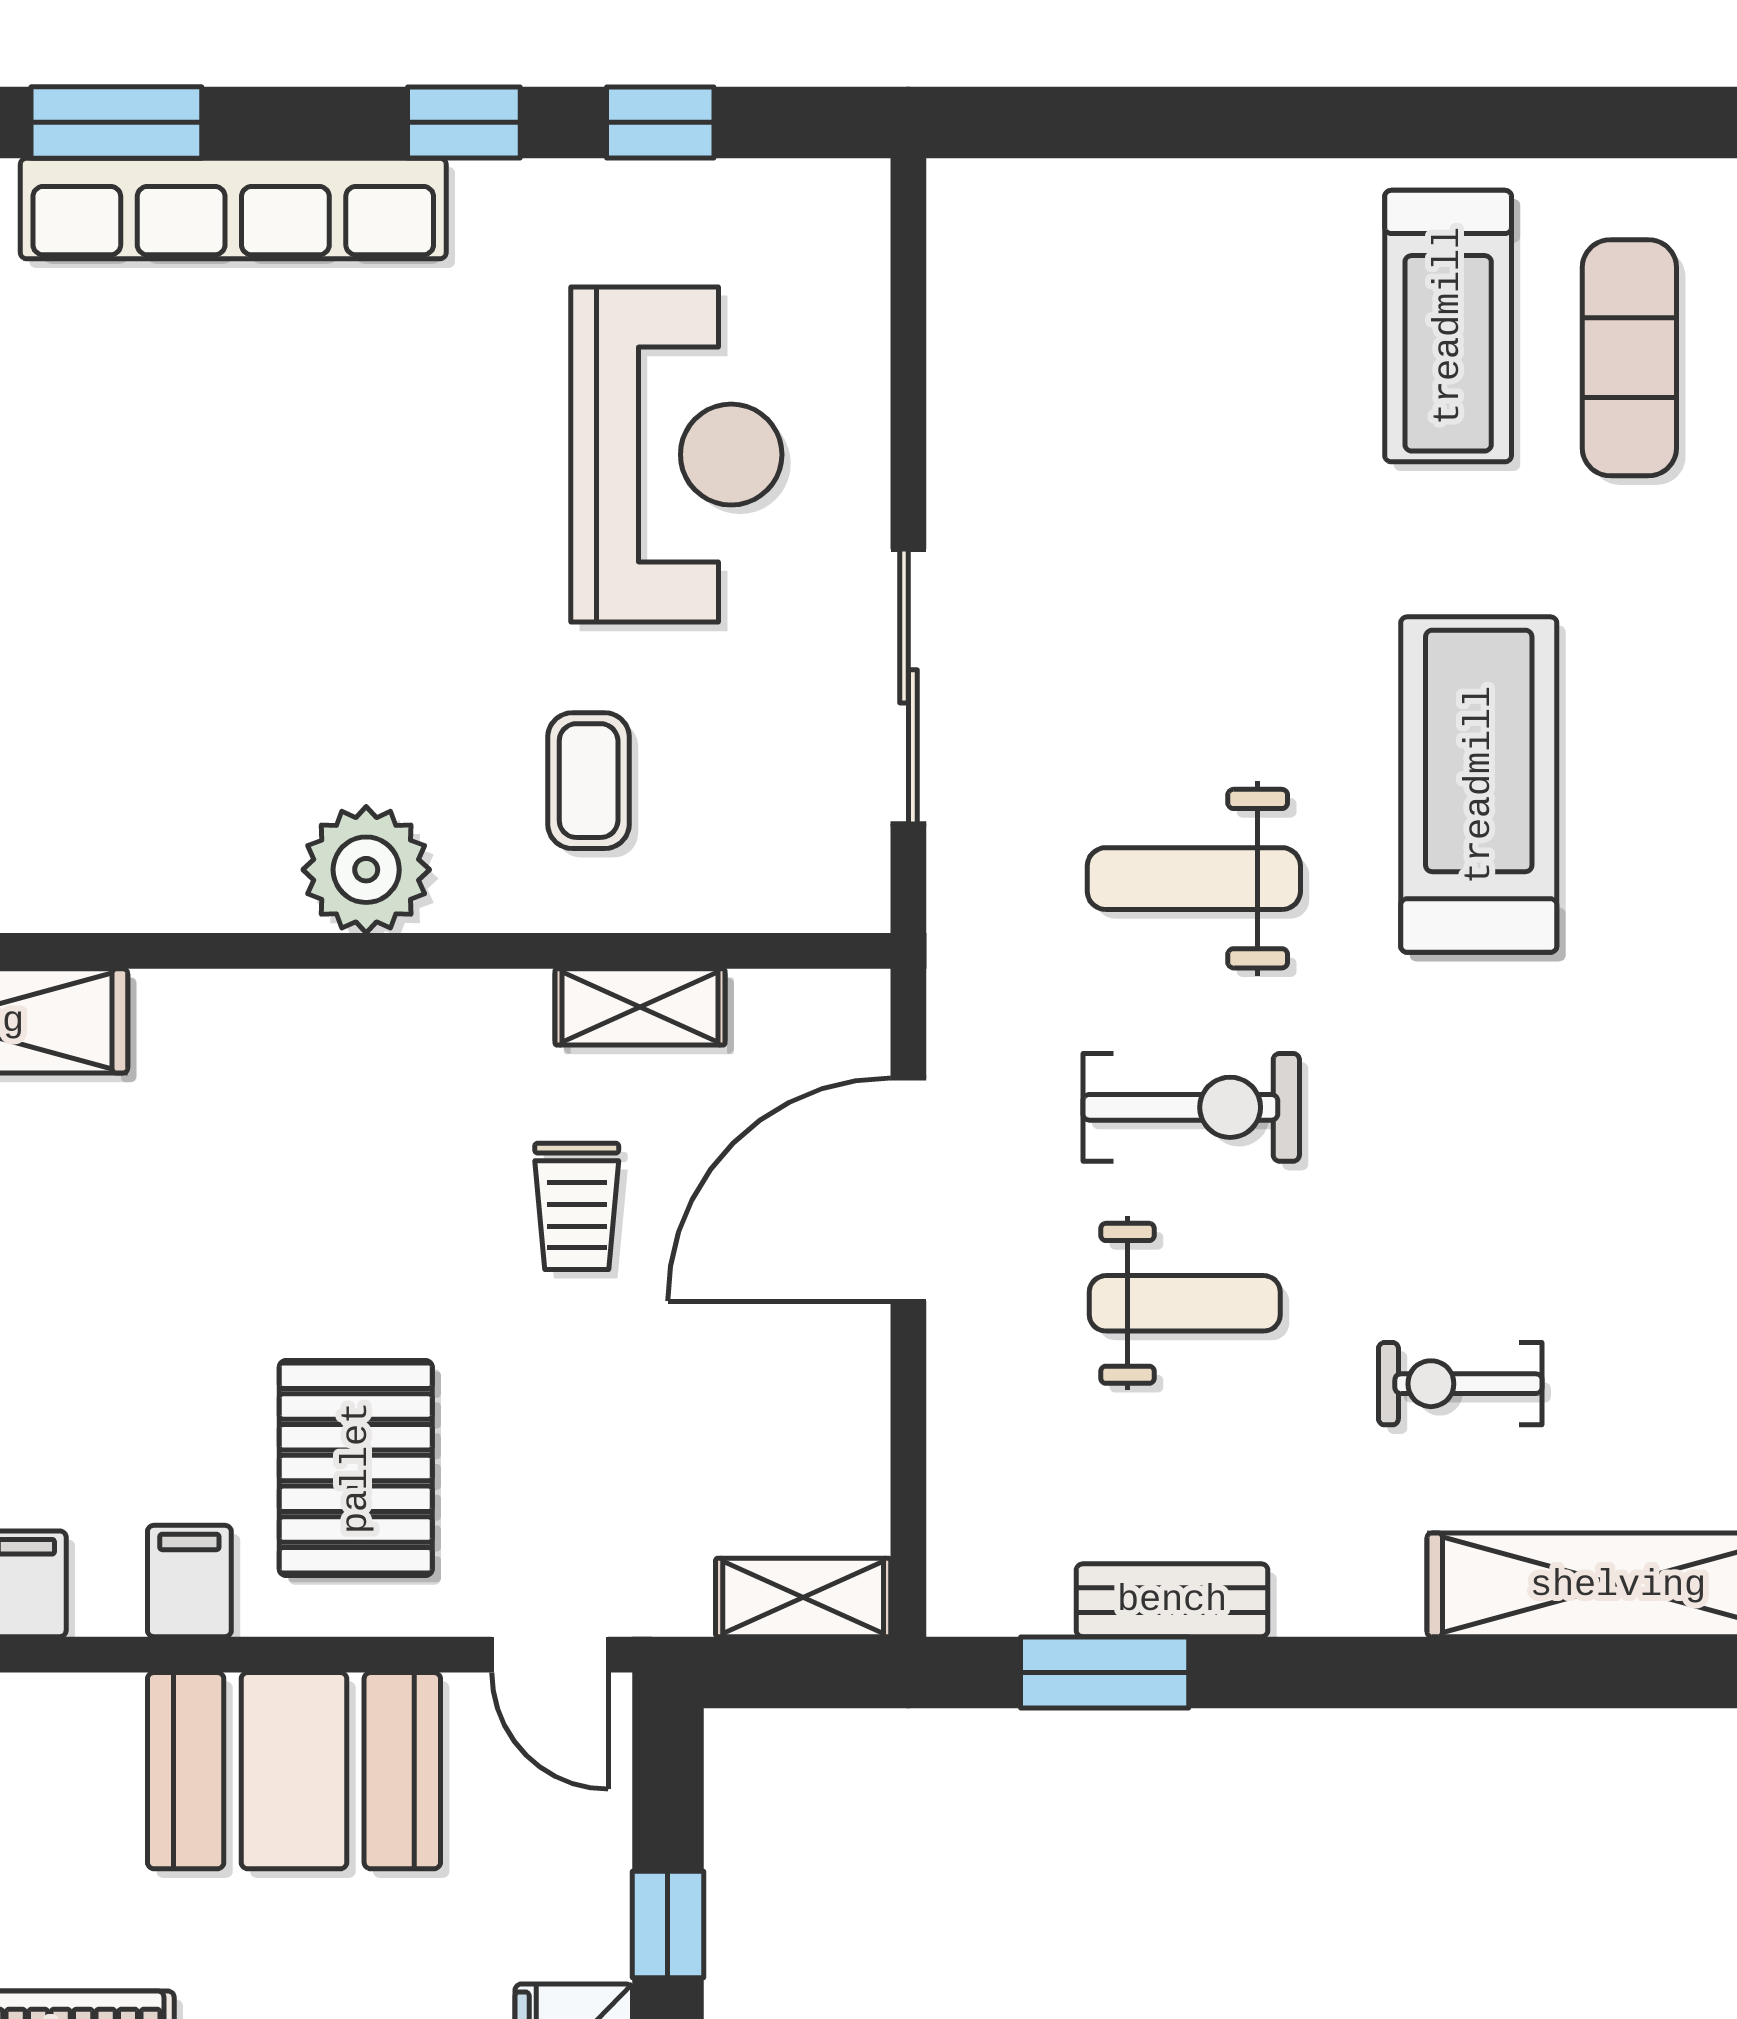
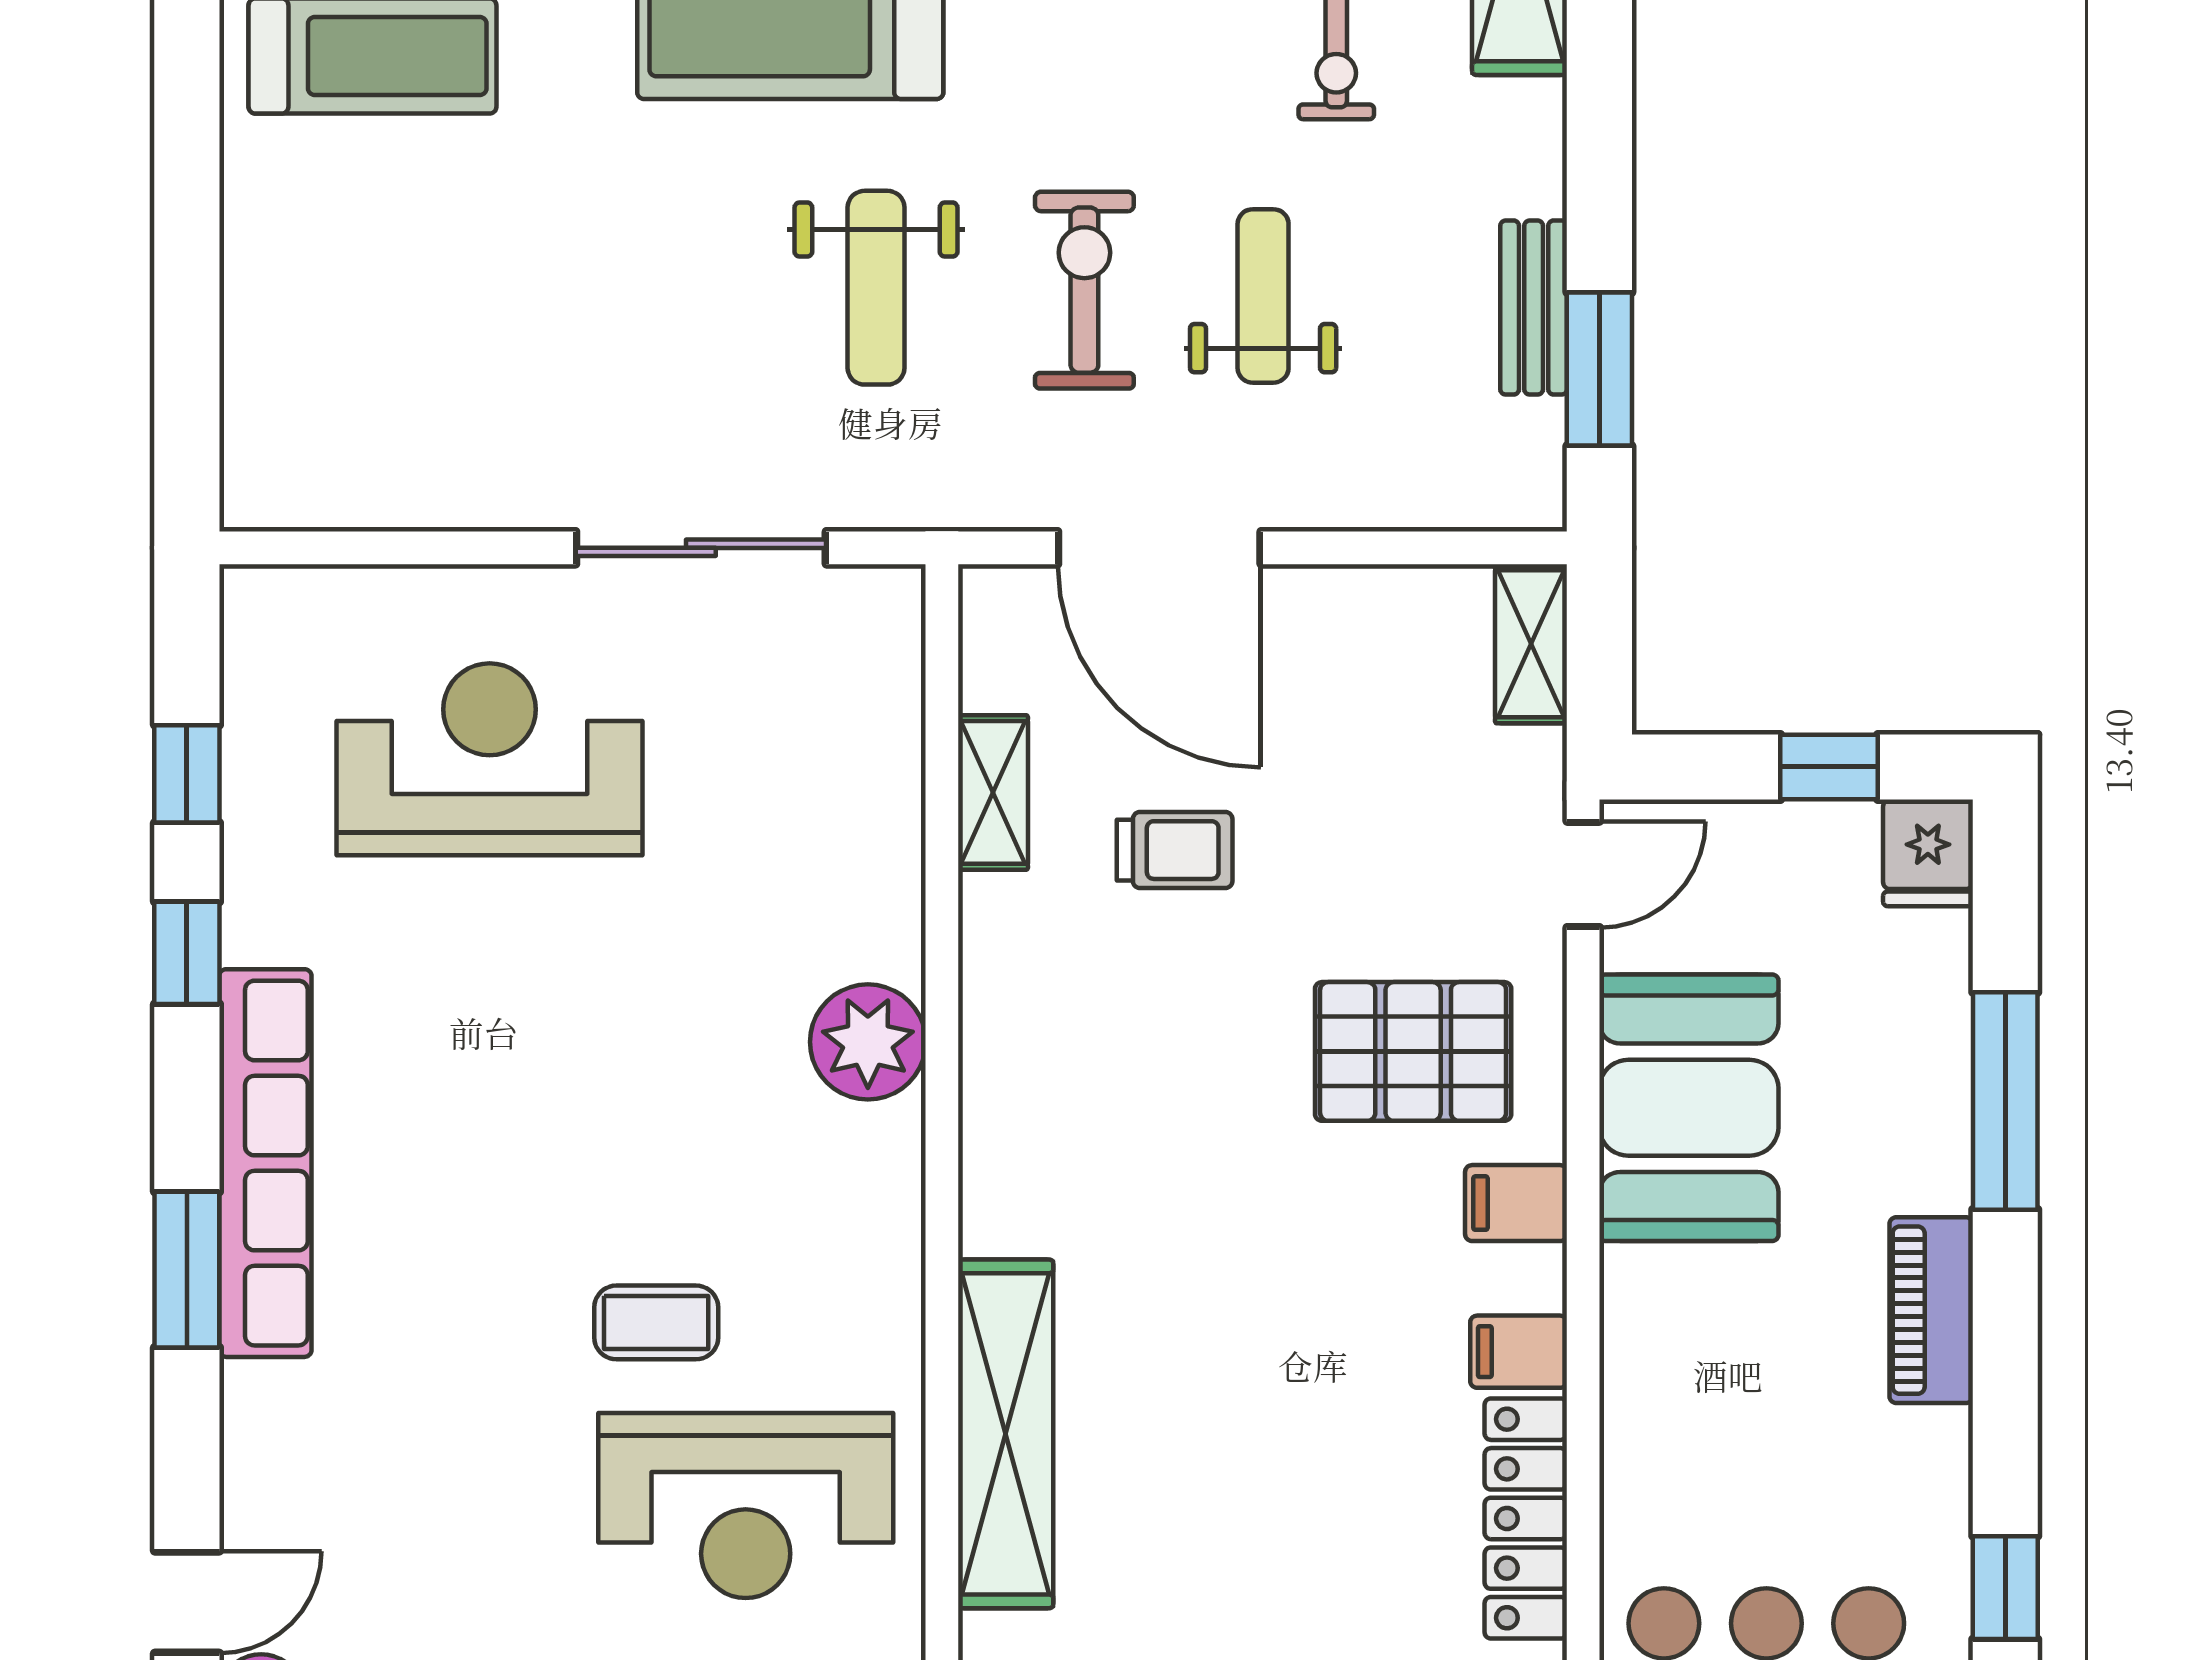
coffee table: (589, 781) -> (656, 1322), moved

